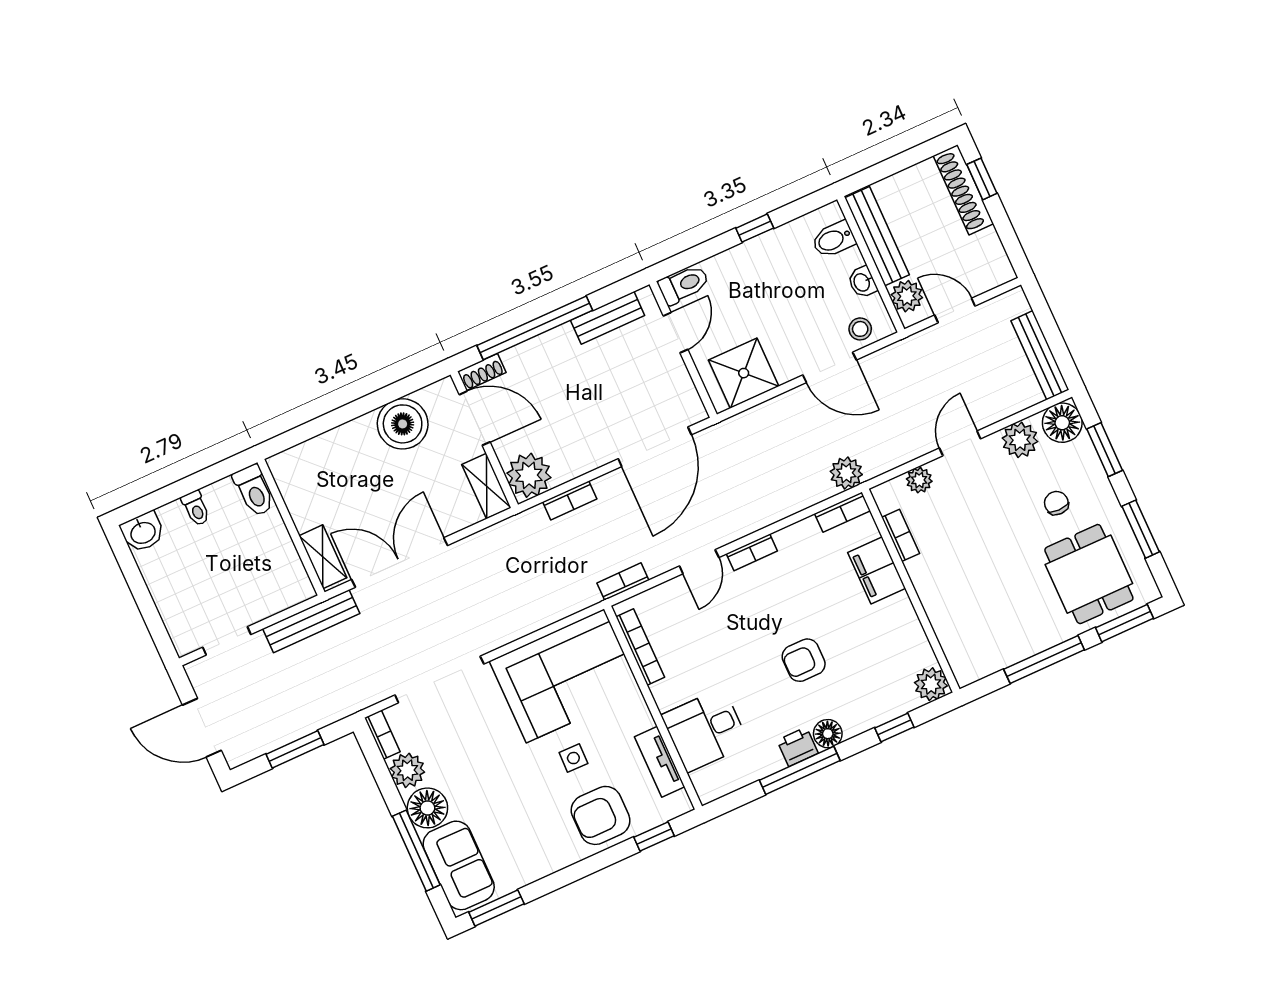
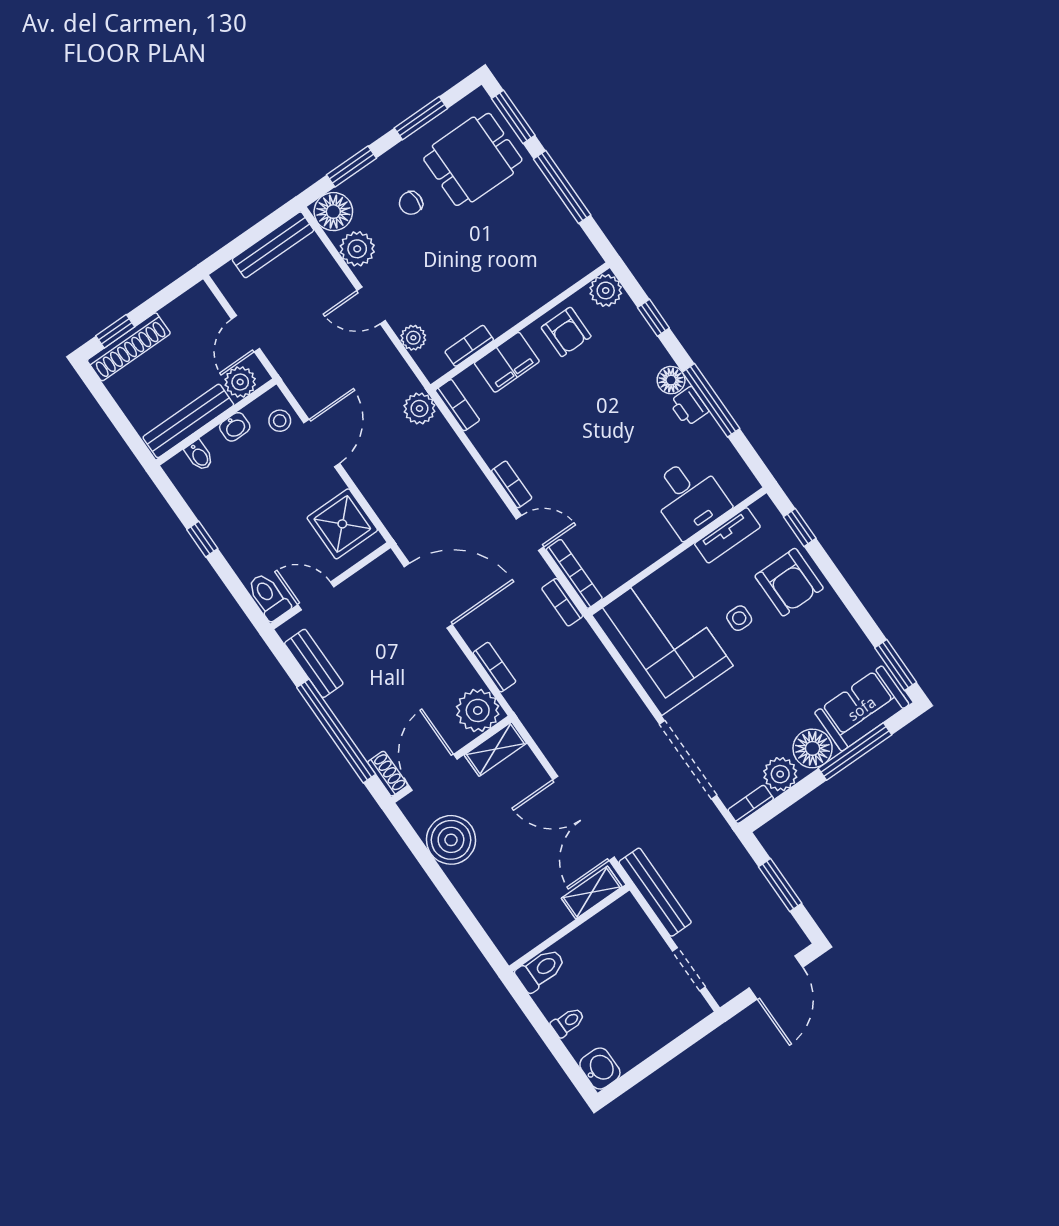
bidet: (834, 239) -> (199, 456), width x0.72, depth x0.74
bookcase: (640, 647) -> (574, 574), moved, turned 90
armchair: (804, 660) -> (566, 332), moved

